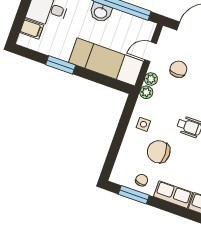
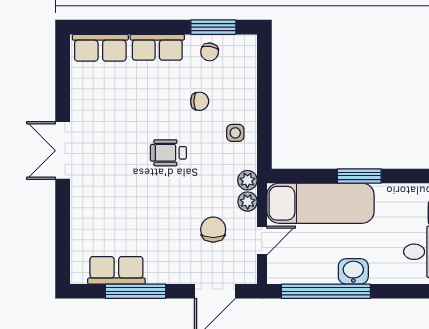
window: (61, 65) -> (359, 176), moved
chair: (178, 69) -> (213, 230), turned 180
chair: (159, 152) -> (200, 101), width x0.54, depth x0.54

